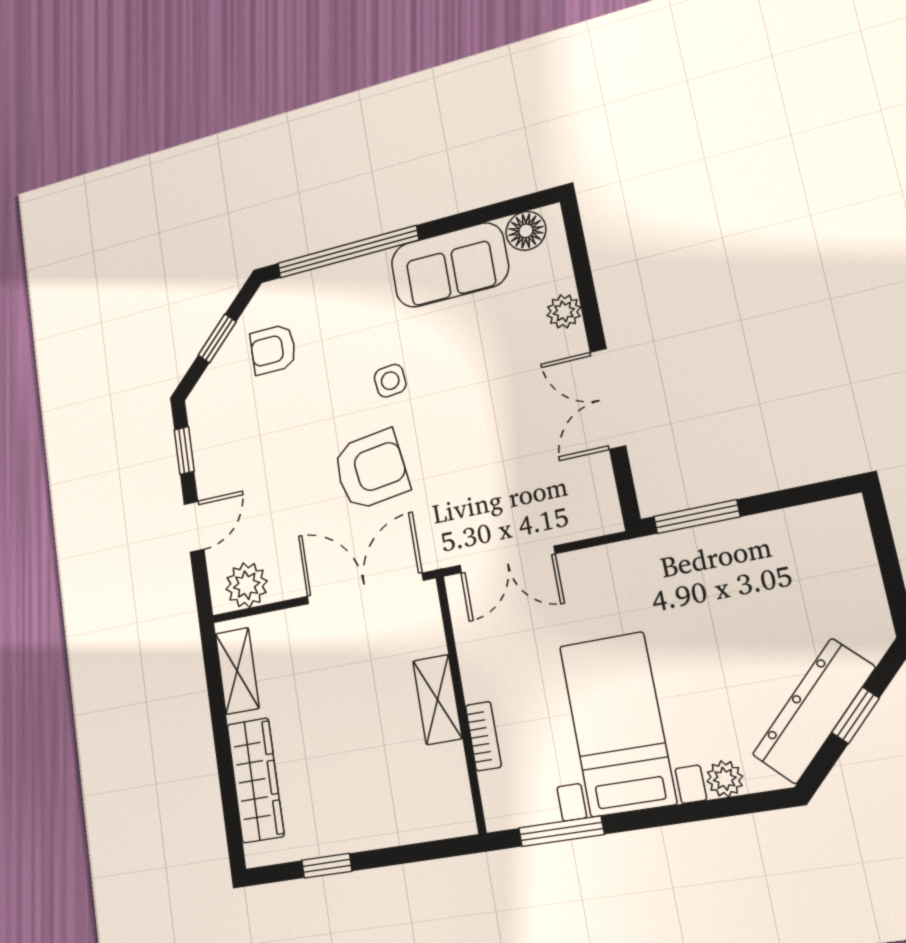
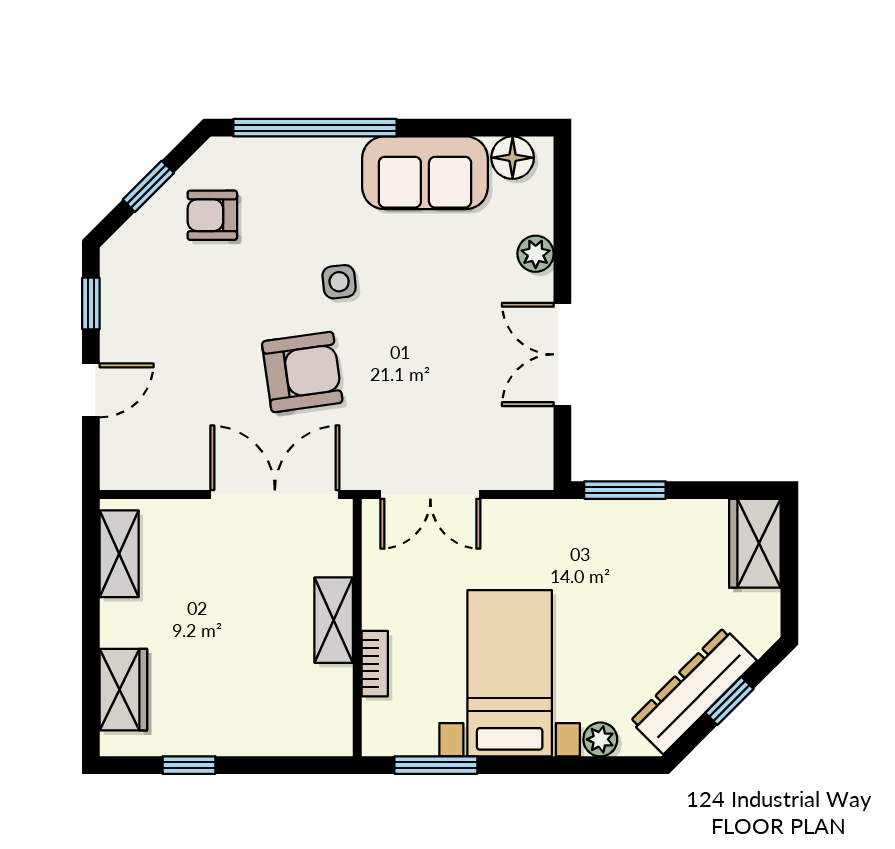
wardrobe: (845, 543) -> (755, 543), added
plant: (247, 585) -> (143, 466), removed
wardrobe: (255, 780) -> (123, 690), width x0.67

